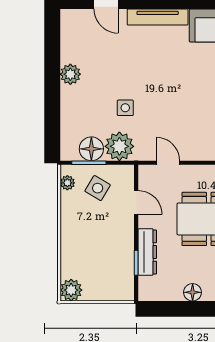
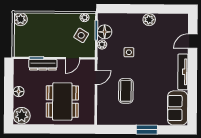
coffee table: (190, 112) -> (126, 91), added
plant: (119, 146) -> (102, 45), width x0.53, depth x0.53

